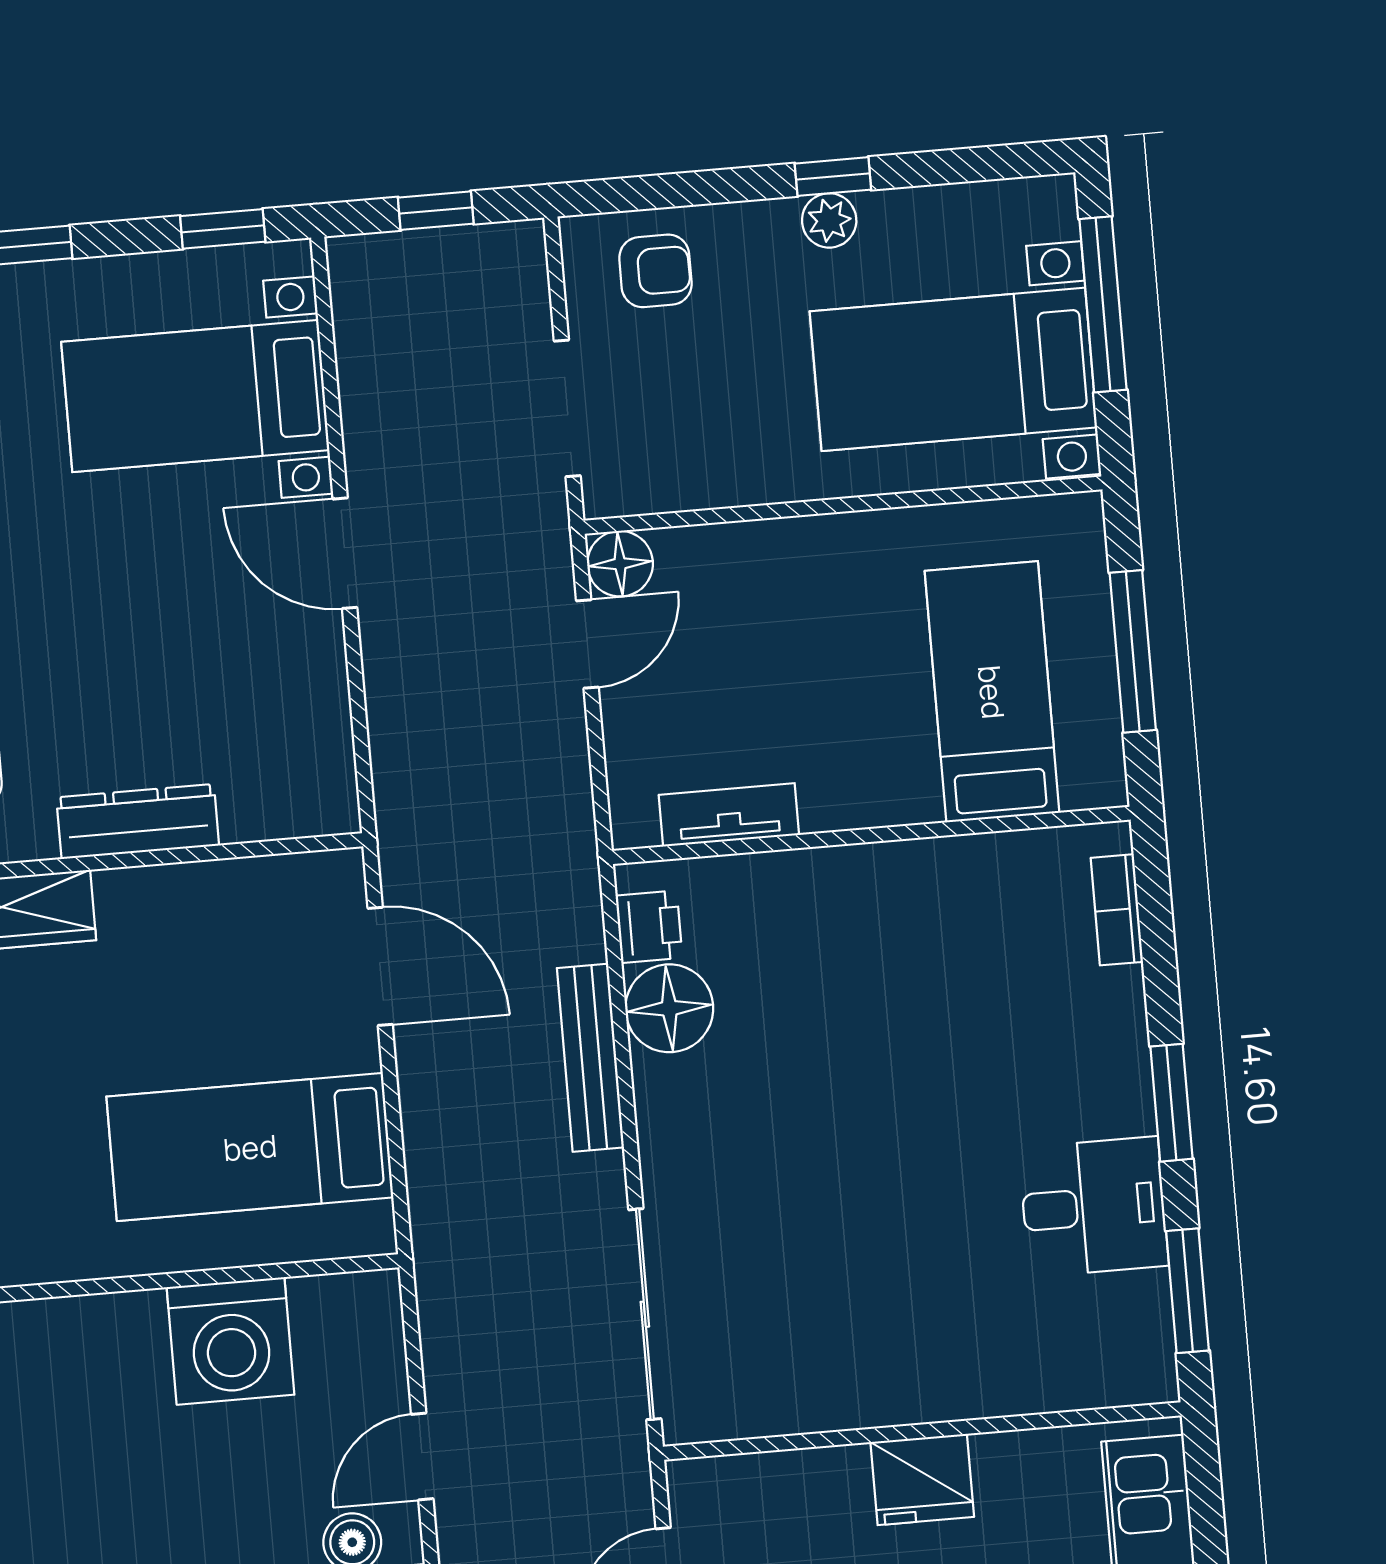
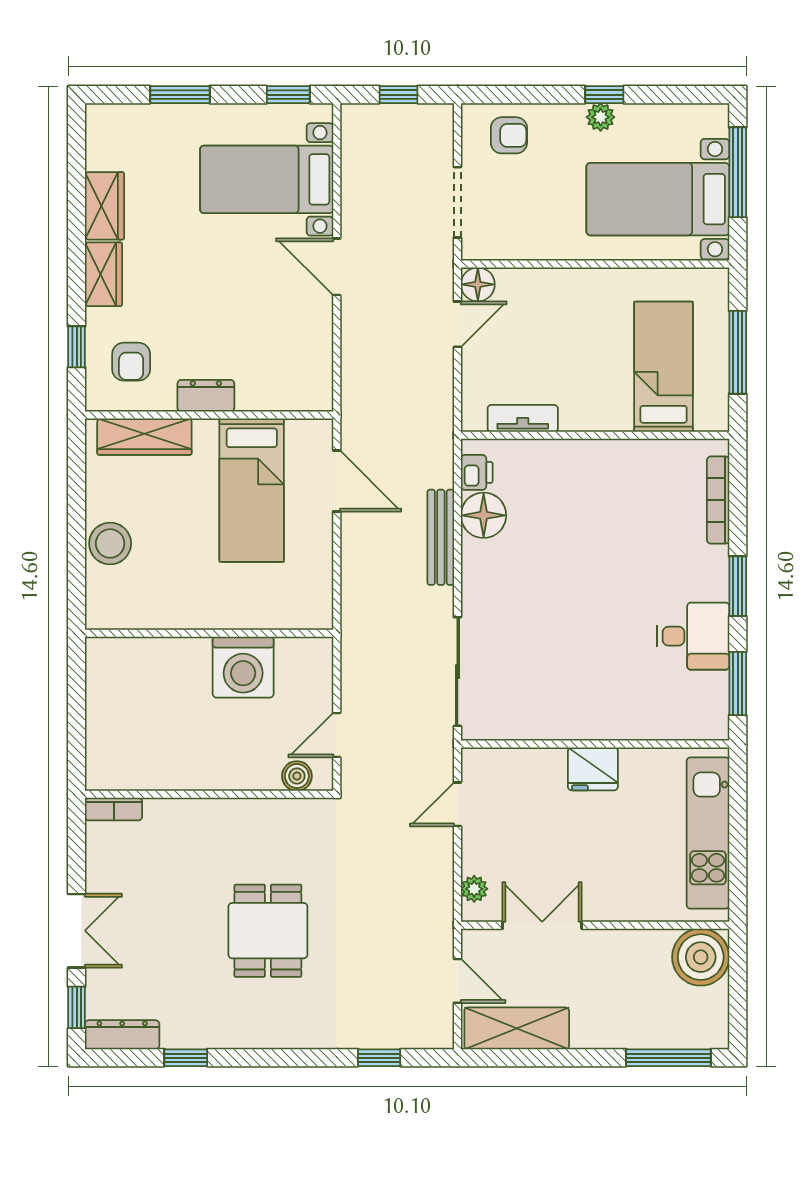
dresser: (138, 822) -> (206, 396), width x0.70
bookcase: (1117, 910) -> (718, 500), width x1.56
bed: (250, 1147) -> (252, 490), moved, turned -90

